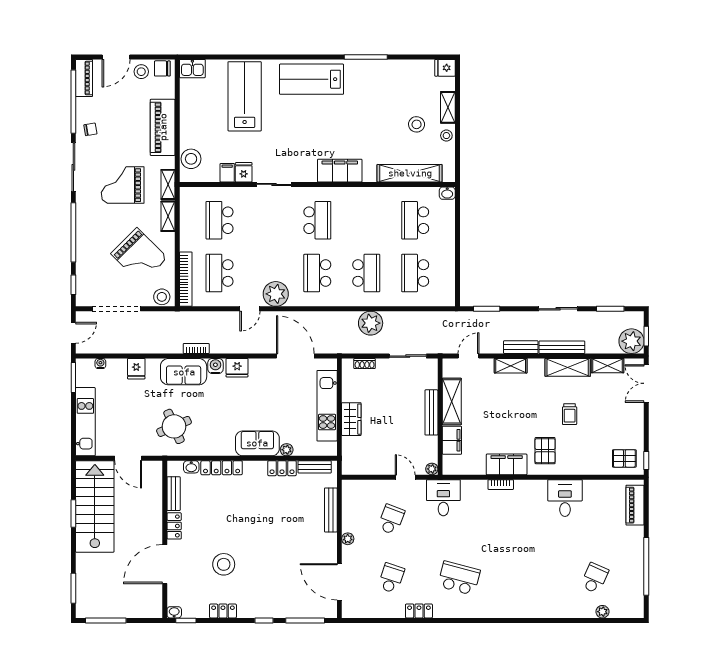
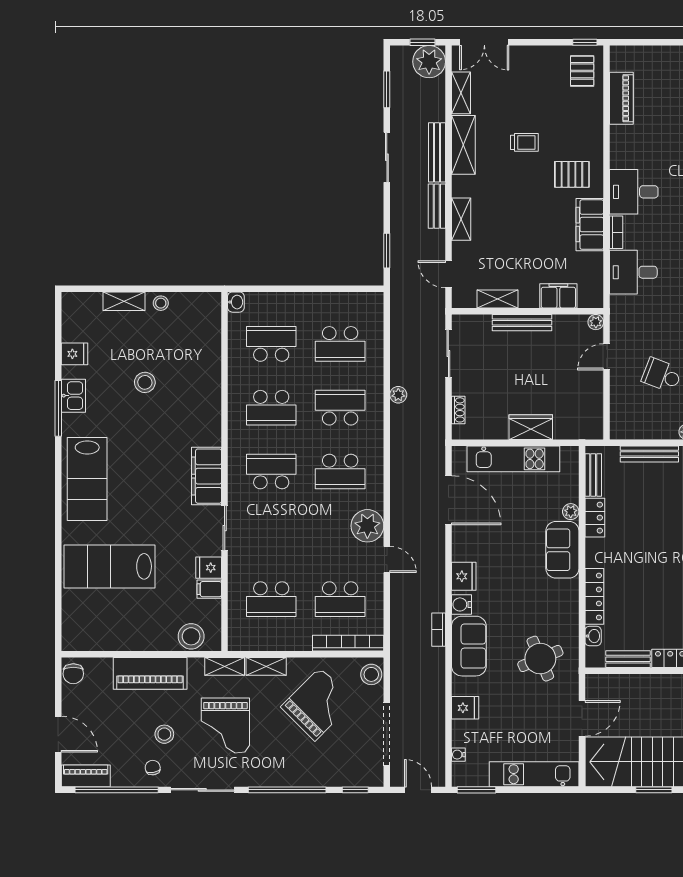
fridge: (445, 68) -> (74, 354), moved, turned -90
kitchen sink: (192, 69) -> (73, 396), moved
stool: (141, 72) -> (164, 734), moved
stool: (417, 124) -> (145, 382), moved
filing cabinet: (340, 171) -> (206, 476), moved
shelving: (410, 173) -> (210, 351), removed
school desk: (366, 220) -> (271, 408), added
school desk: (415, 220) -> (271, 344), turned 180
plant: (371, 323) -> (398, 395), width x0.53, depth x0.53
door: (295, 356) -> (448, 500), swing flipped
shelving: (452, 401) -> (497, 299), width x0.67, depth x0.75
desk: (443, 498) -> (633, 272), moved
desk: (565, 498) -> (634, 192), moved
piano: (635, 505) -> (621, 98), moved, turned -90

